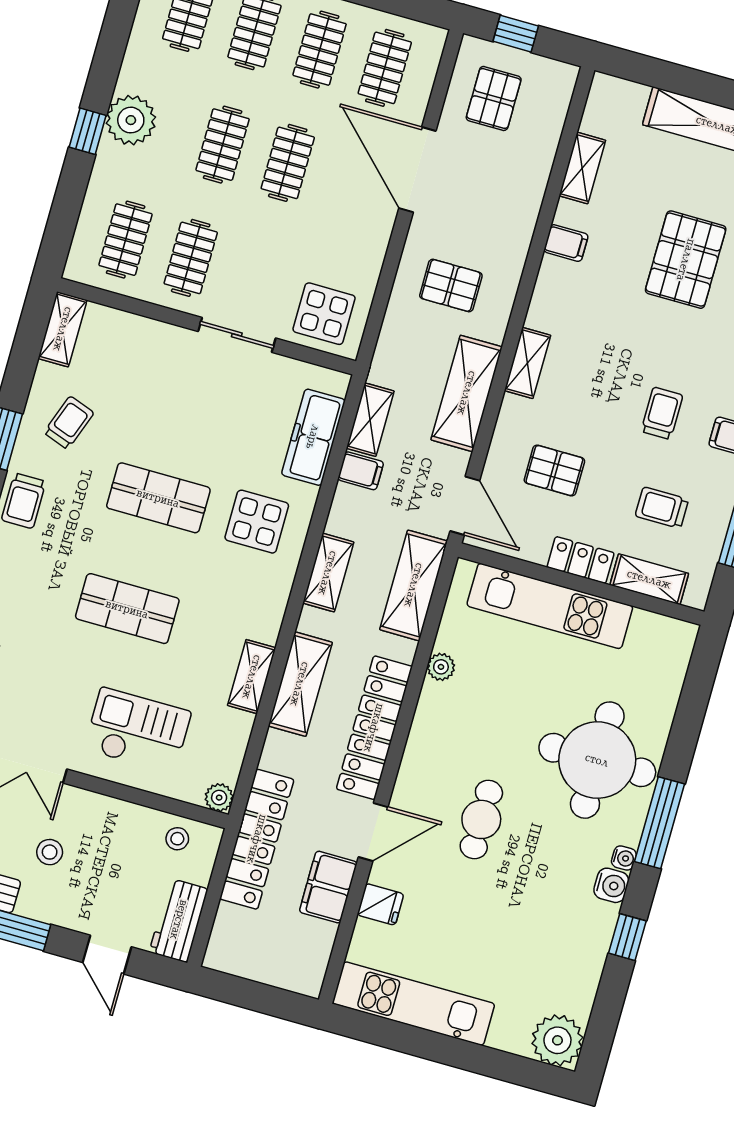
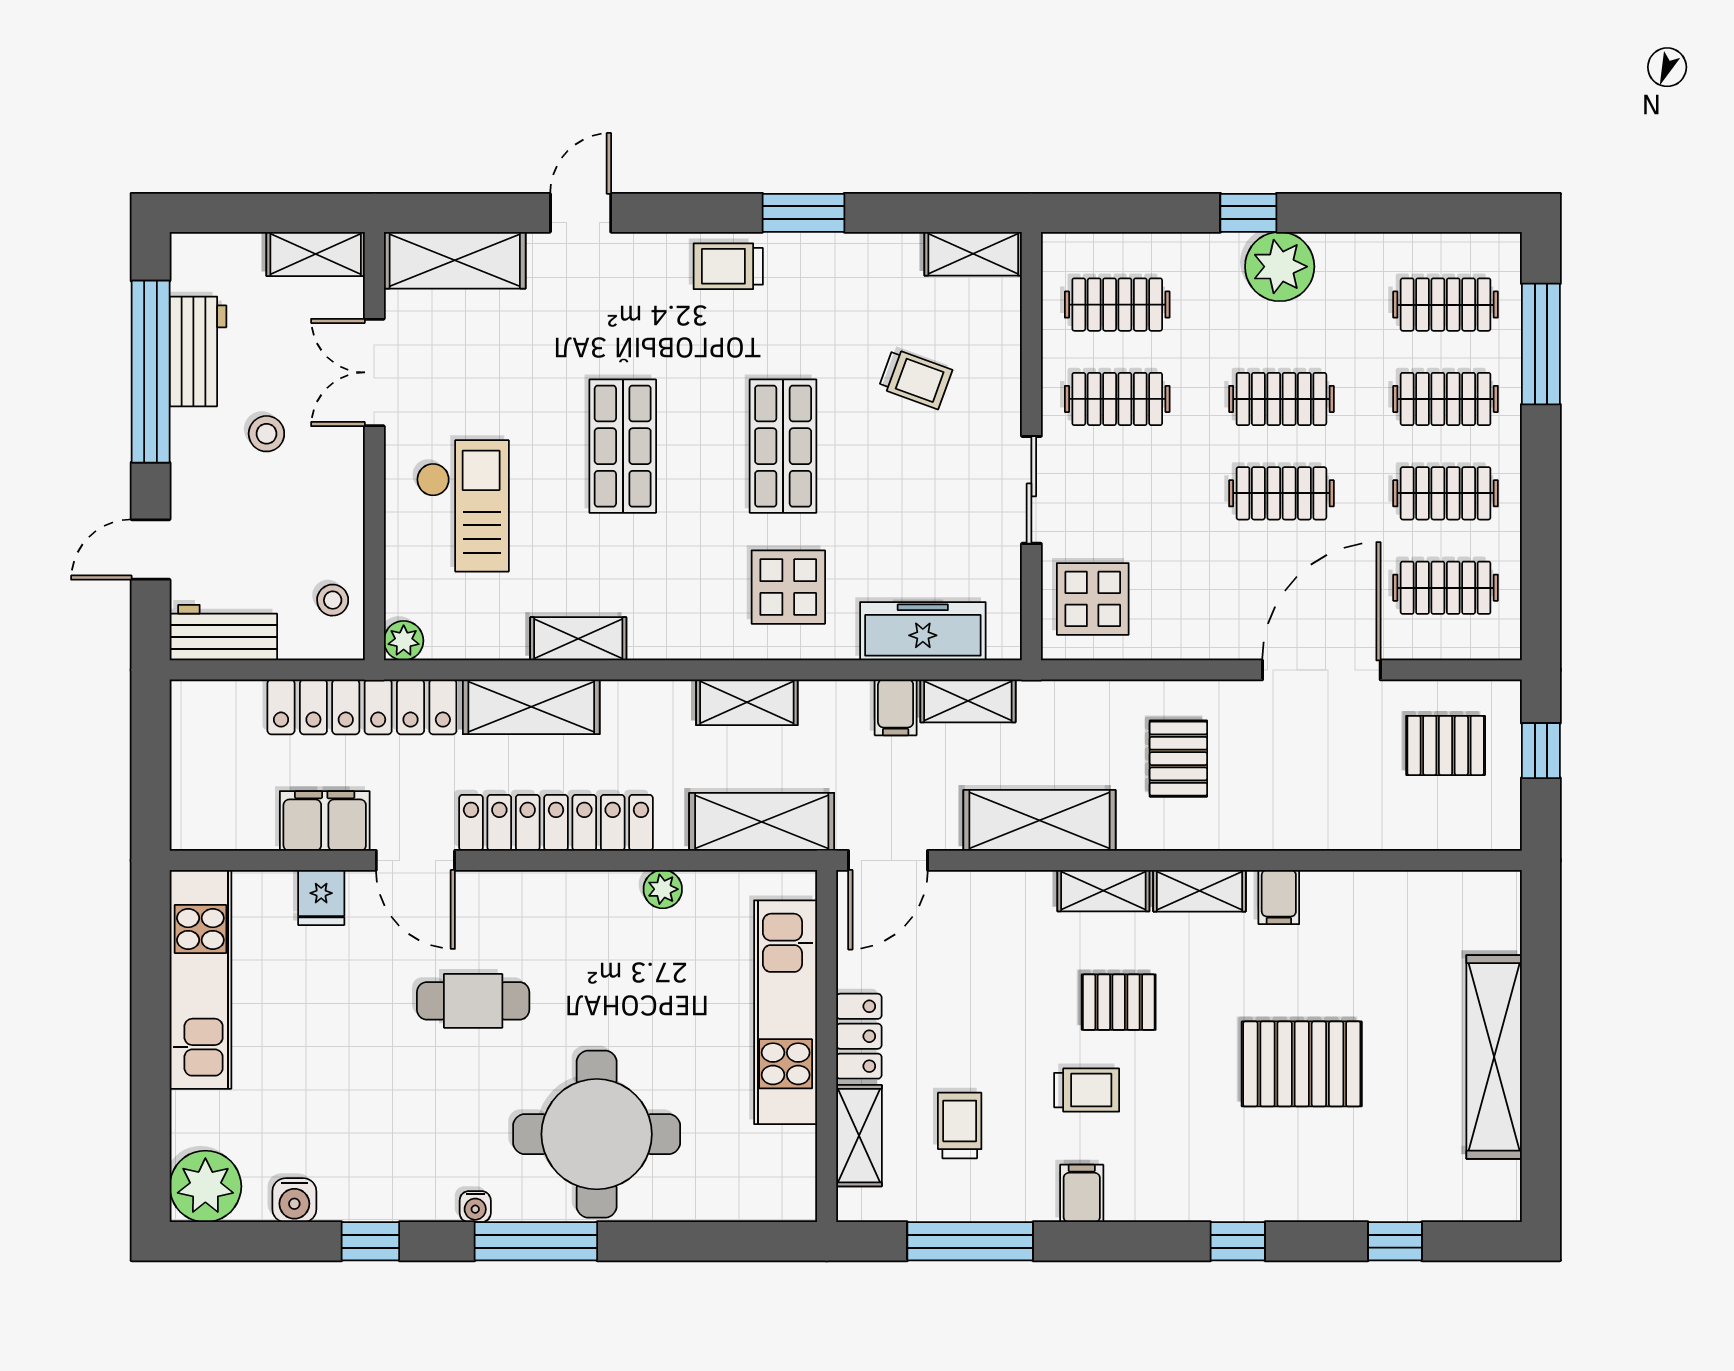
shelving: (582, 168) -> (1199, 891), moved
trolley: (69, 423) -> (915, 379), moved
pallet: (554, 471) -> (1119, 1002), moved, turned 90
shelving: (300, 684) -> (531, 707), moved
water cooler: (611, 885) -> (294, 1200), moved

